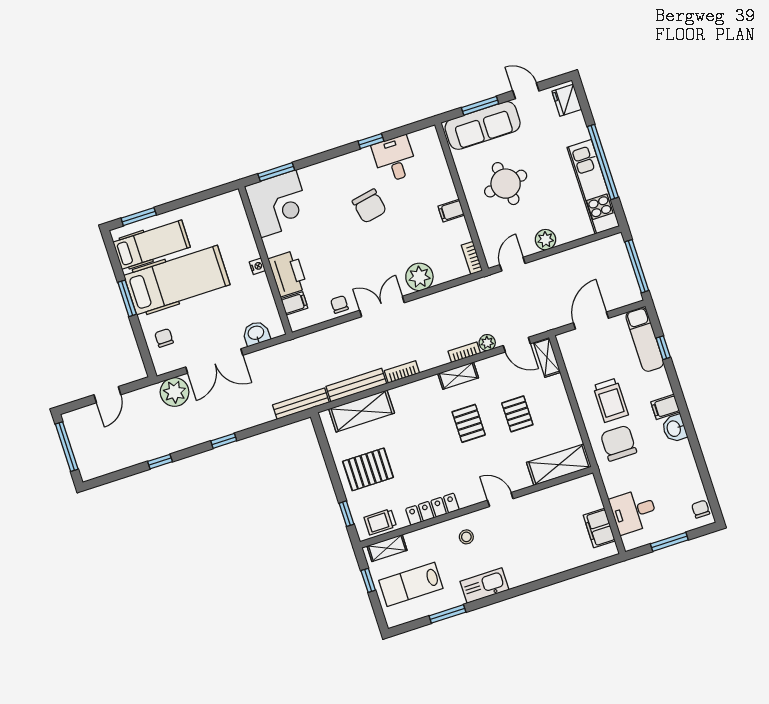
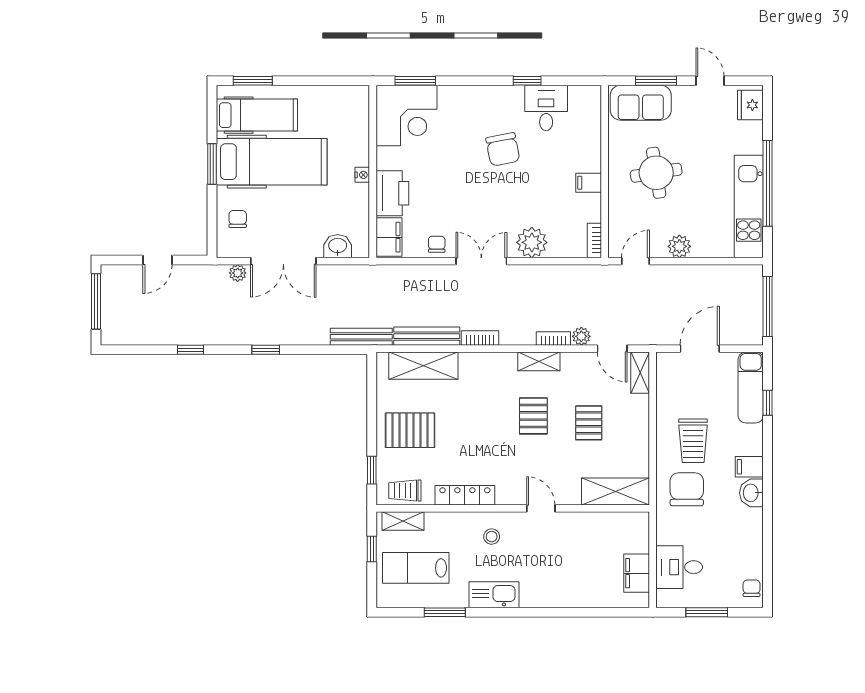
sofa: (483, 125) -> (641, 103), width x0.73
filing cabinet: (294, 303) -> (389, 237), width x2.00
plant: (175, 392) -> (238, 273), width x0.53, depth x0.53

